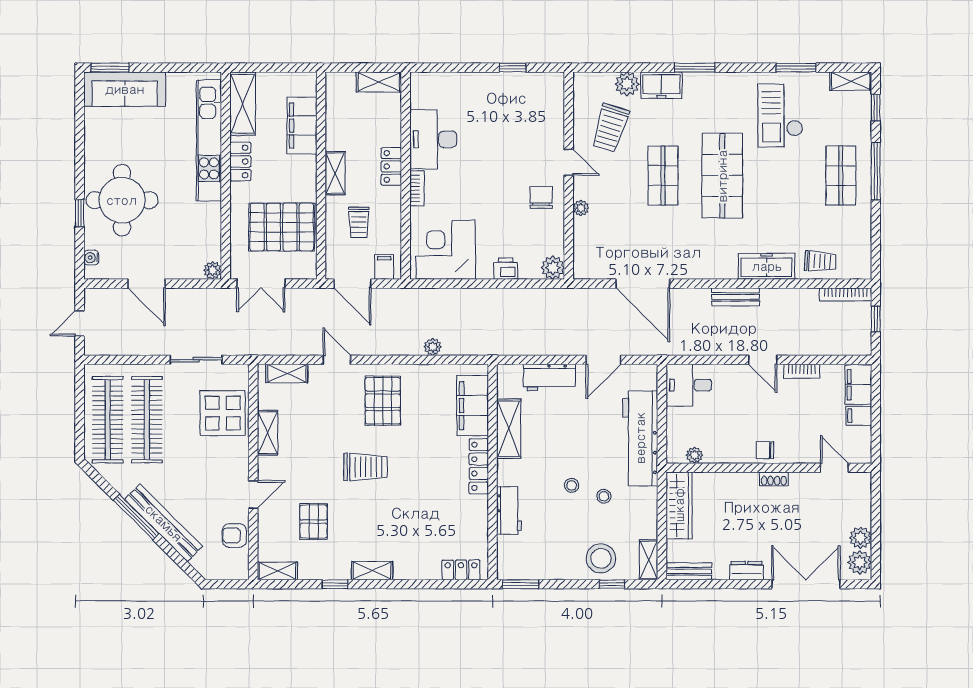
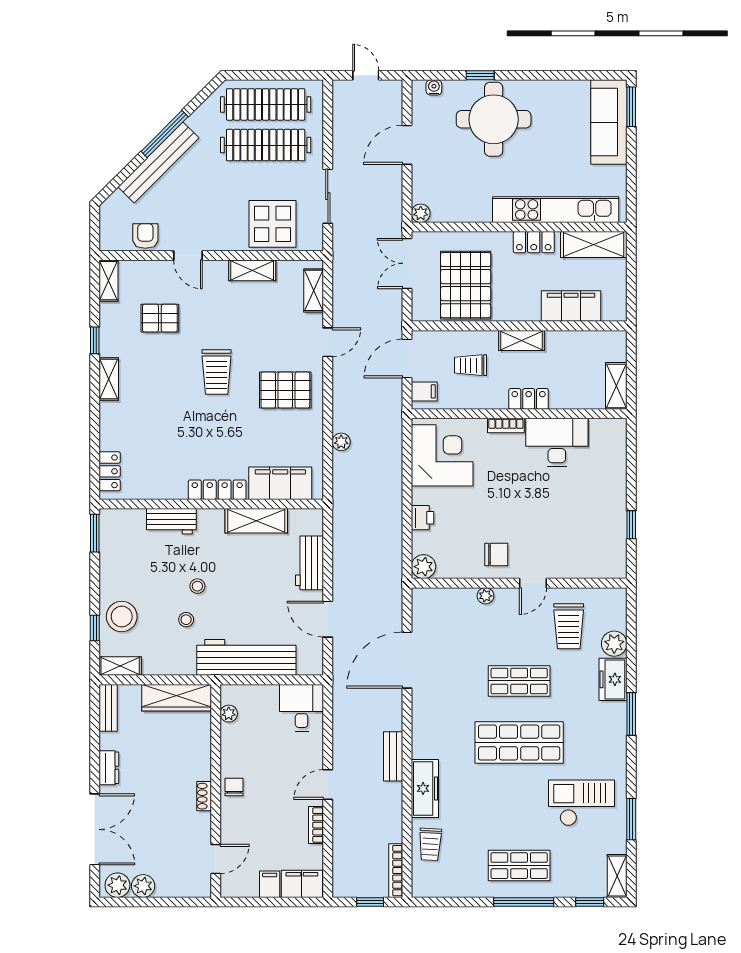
trolley: (610, 128) -> (569, 626), turned -107

